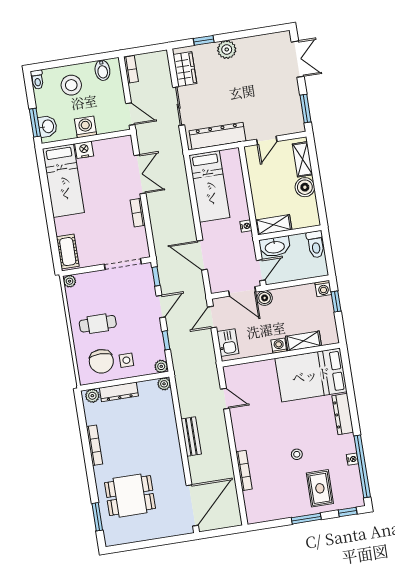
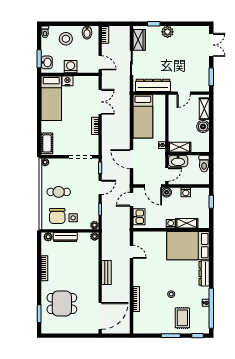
washing machine: (323, 288) -> (186, 192), moved

